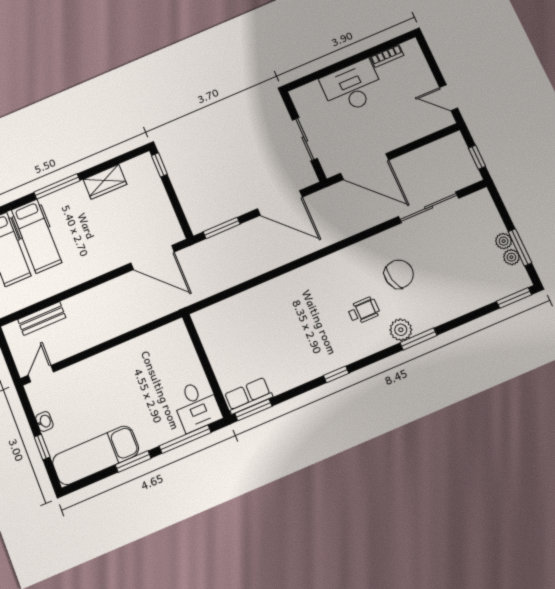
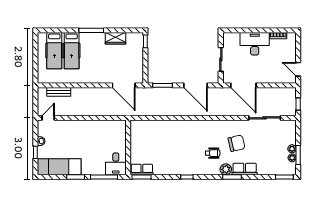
row of seats: (435, 314) -> (245, 169), added

